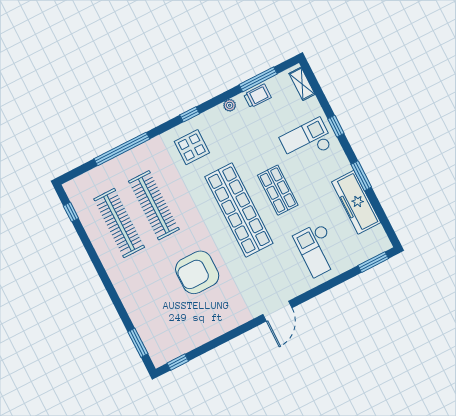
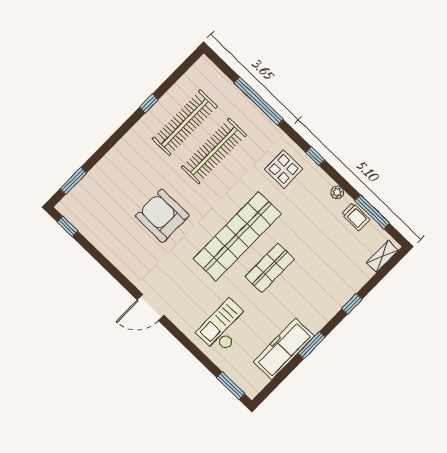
checkout: (307, 141) -> (327, 280), removed
window: (71, 212) -> (149, 103), moved

